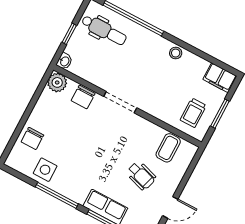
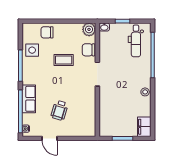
trolley: (193, 113) -> (114, 122), removed
coffee table: (168, 148) -> (64, 60), moved

